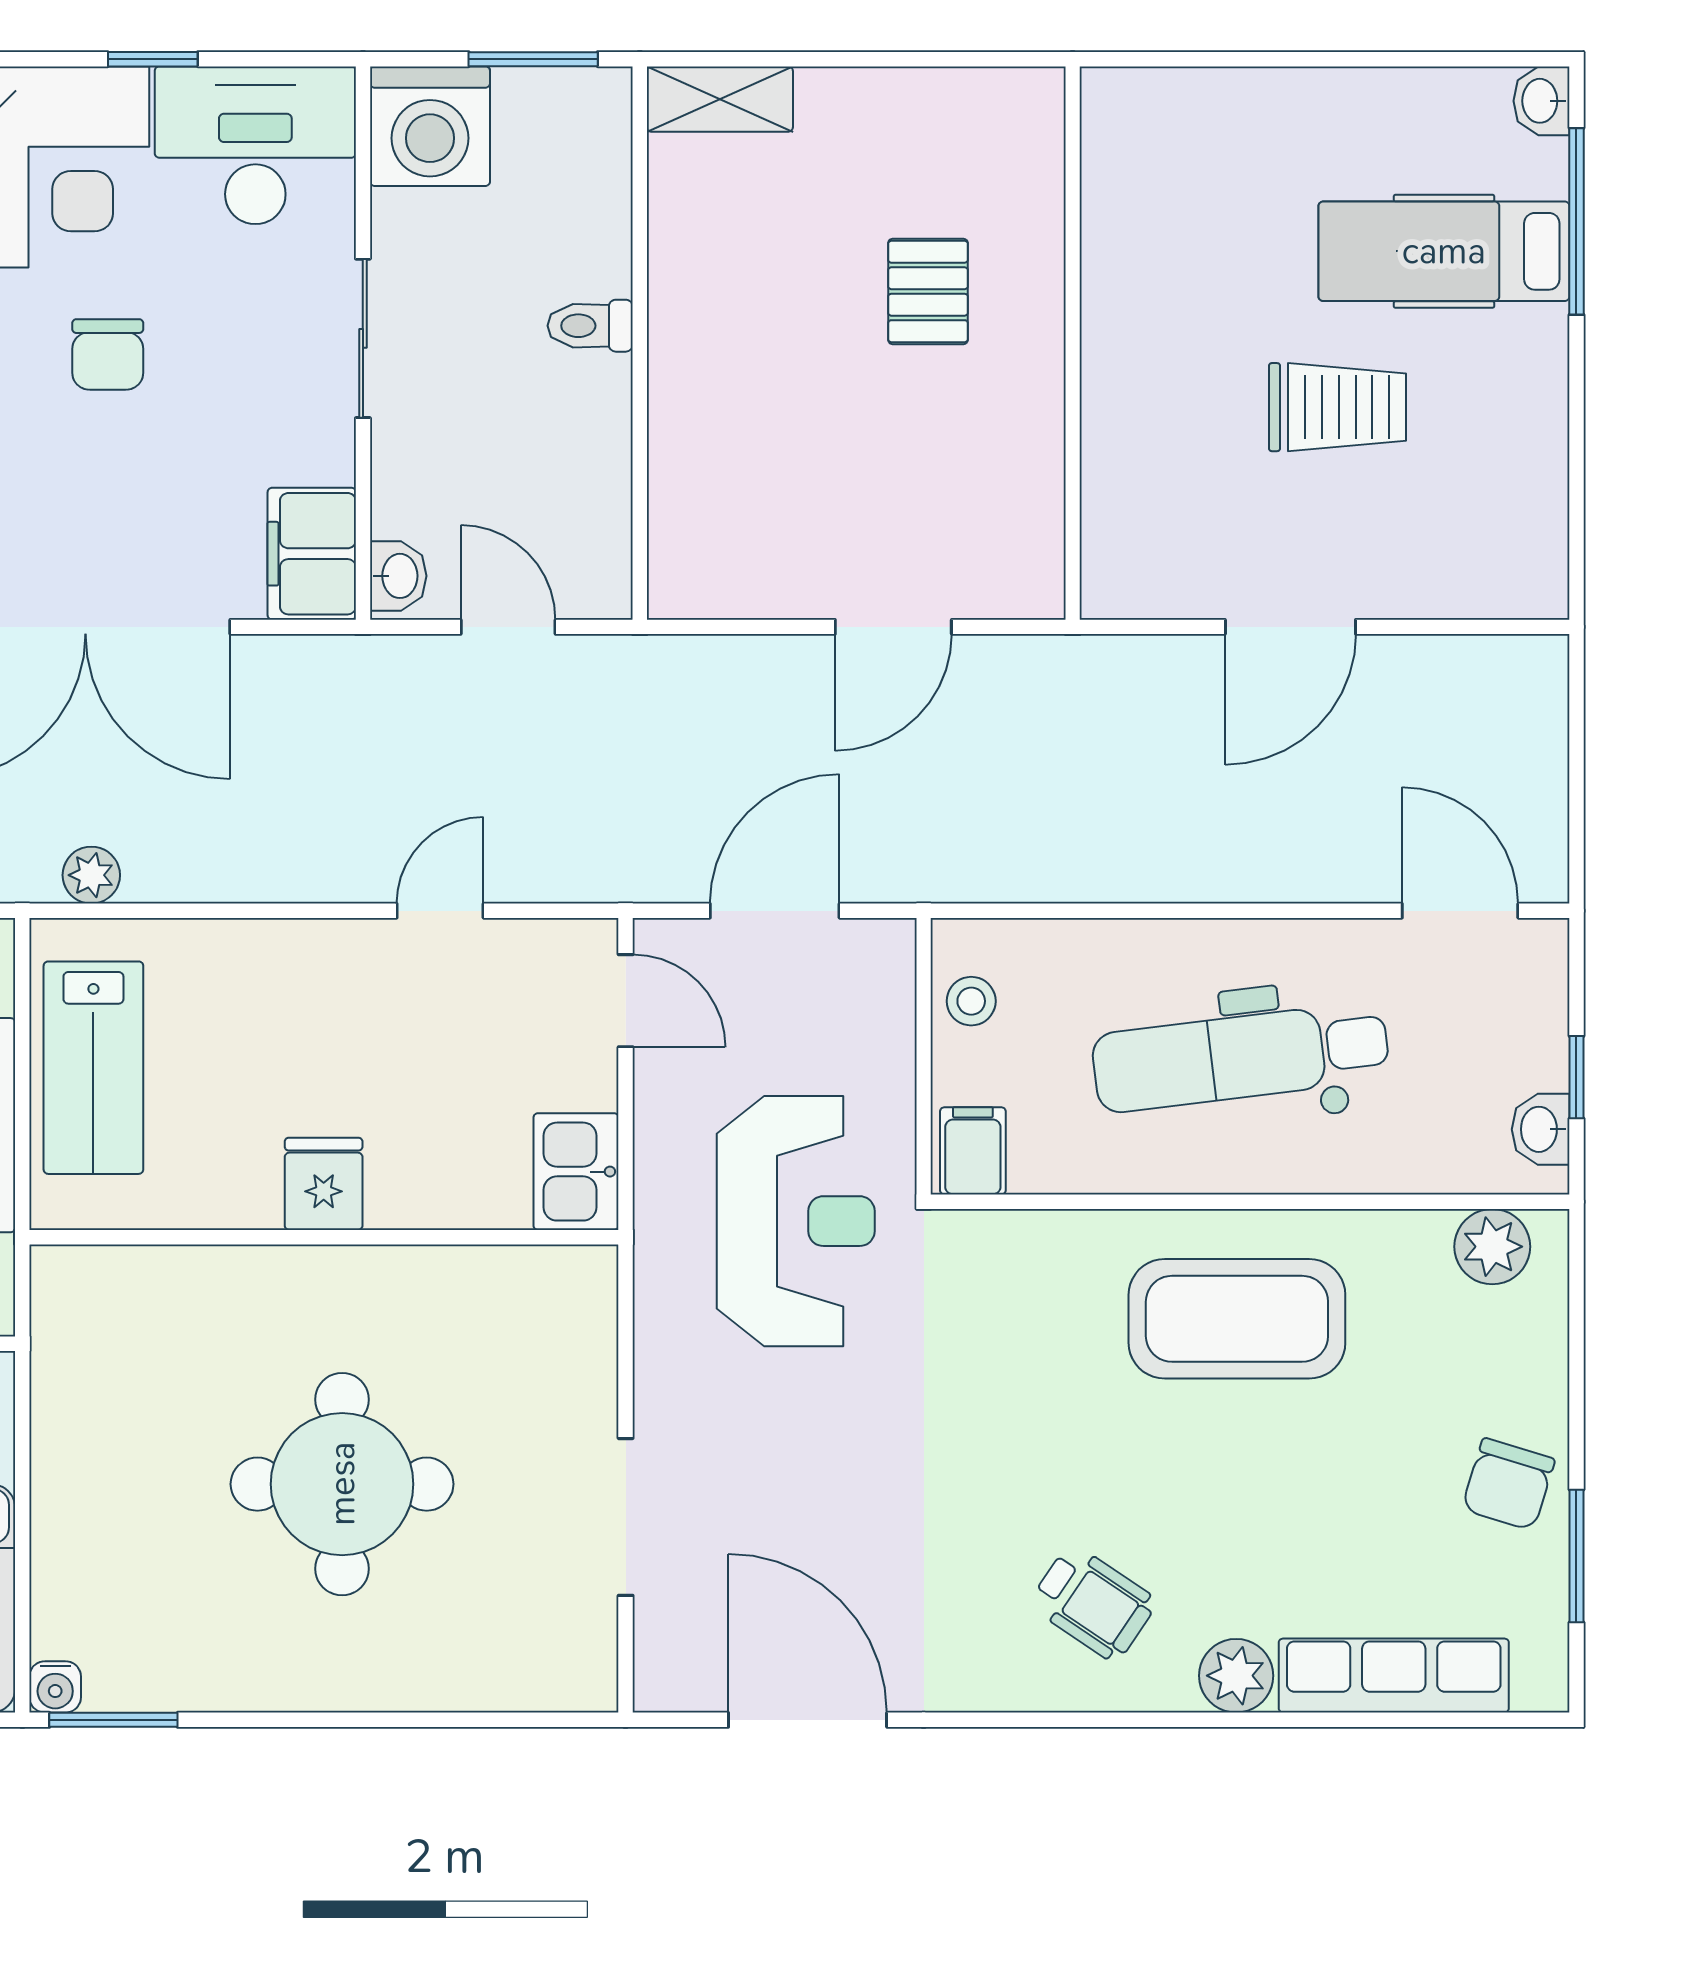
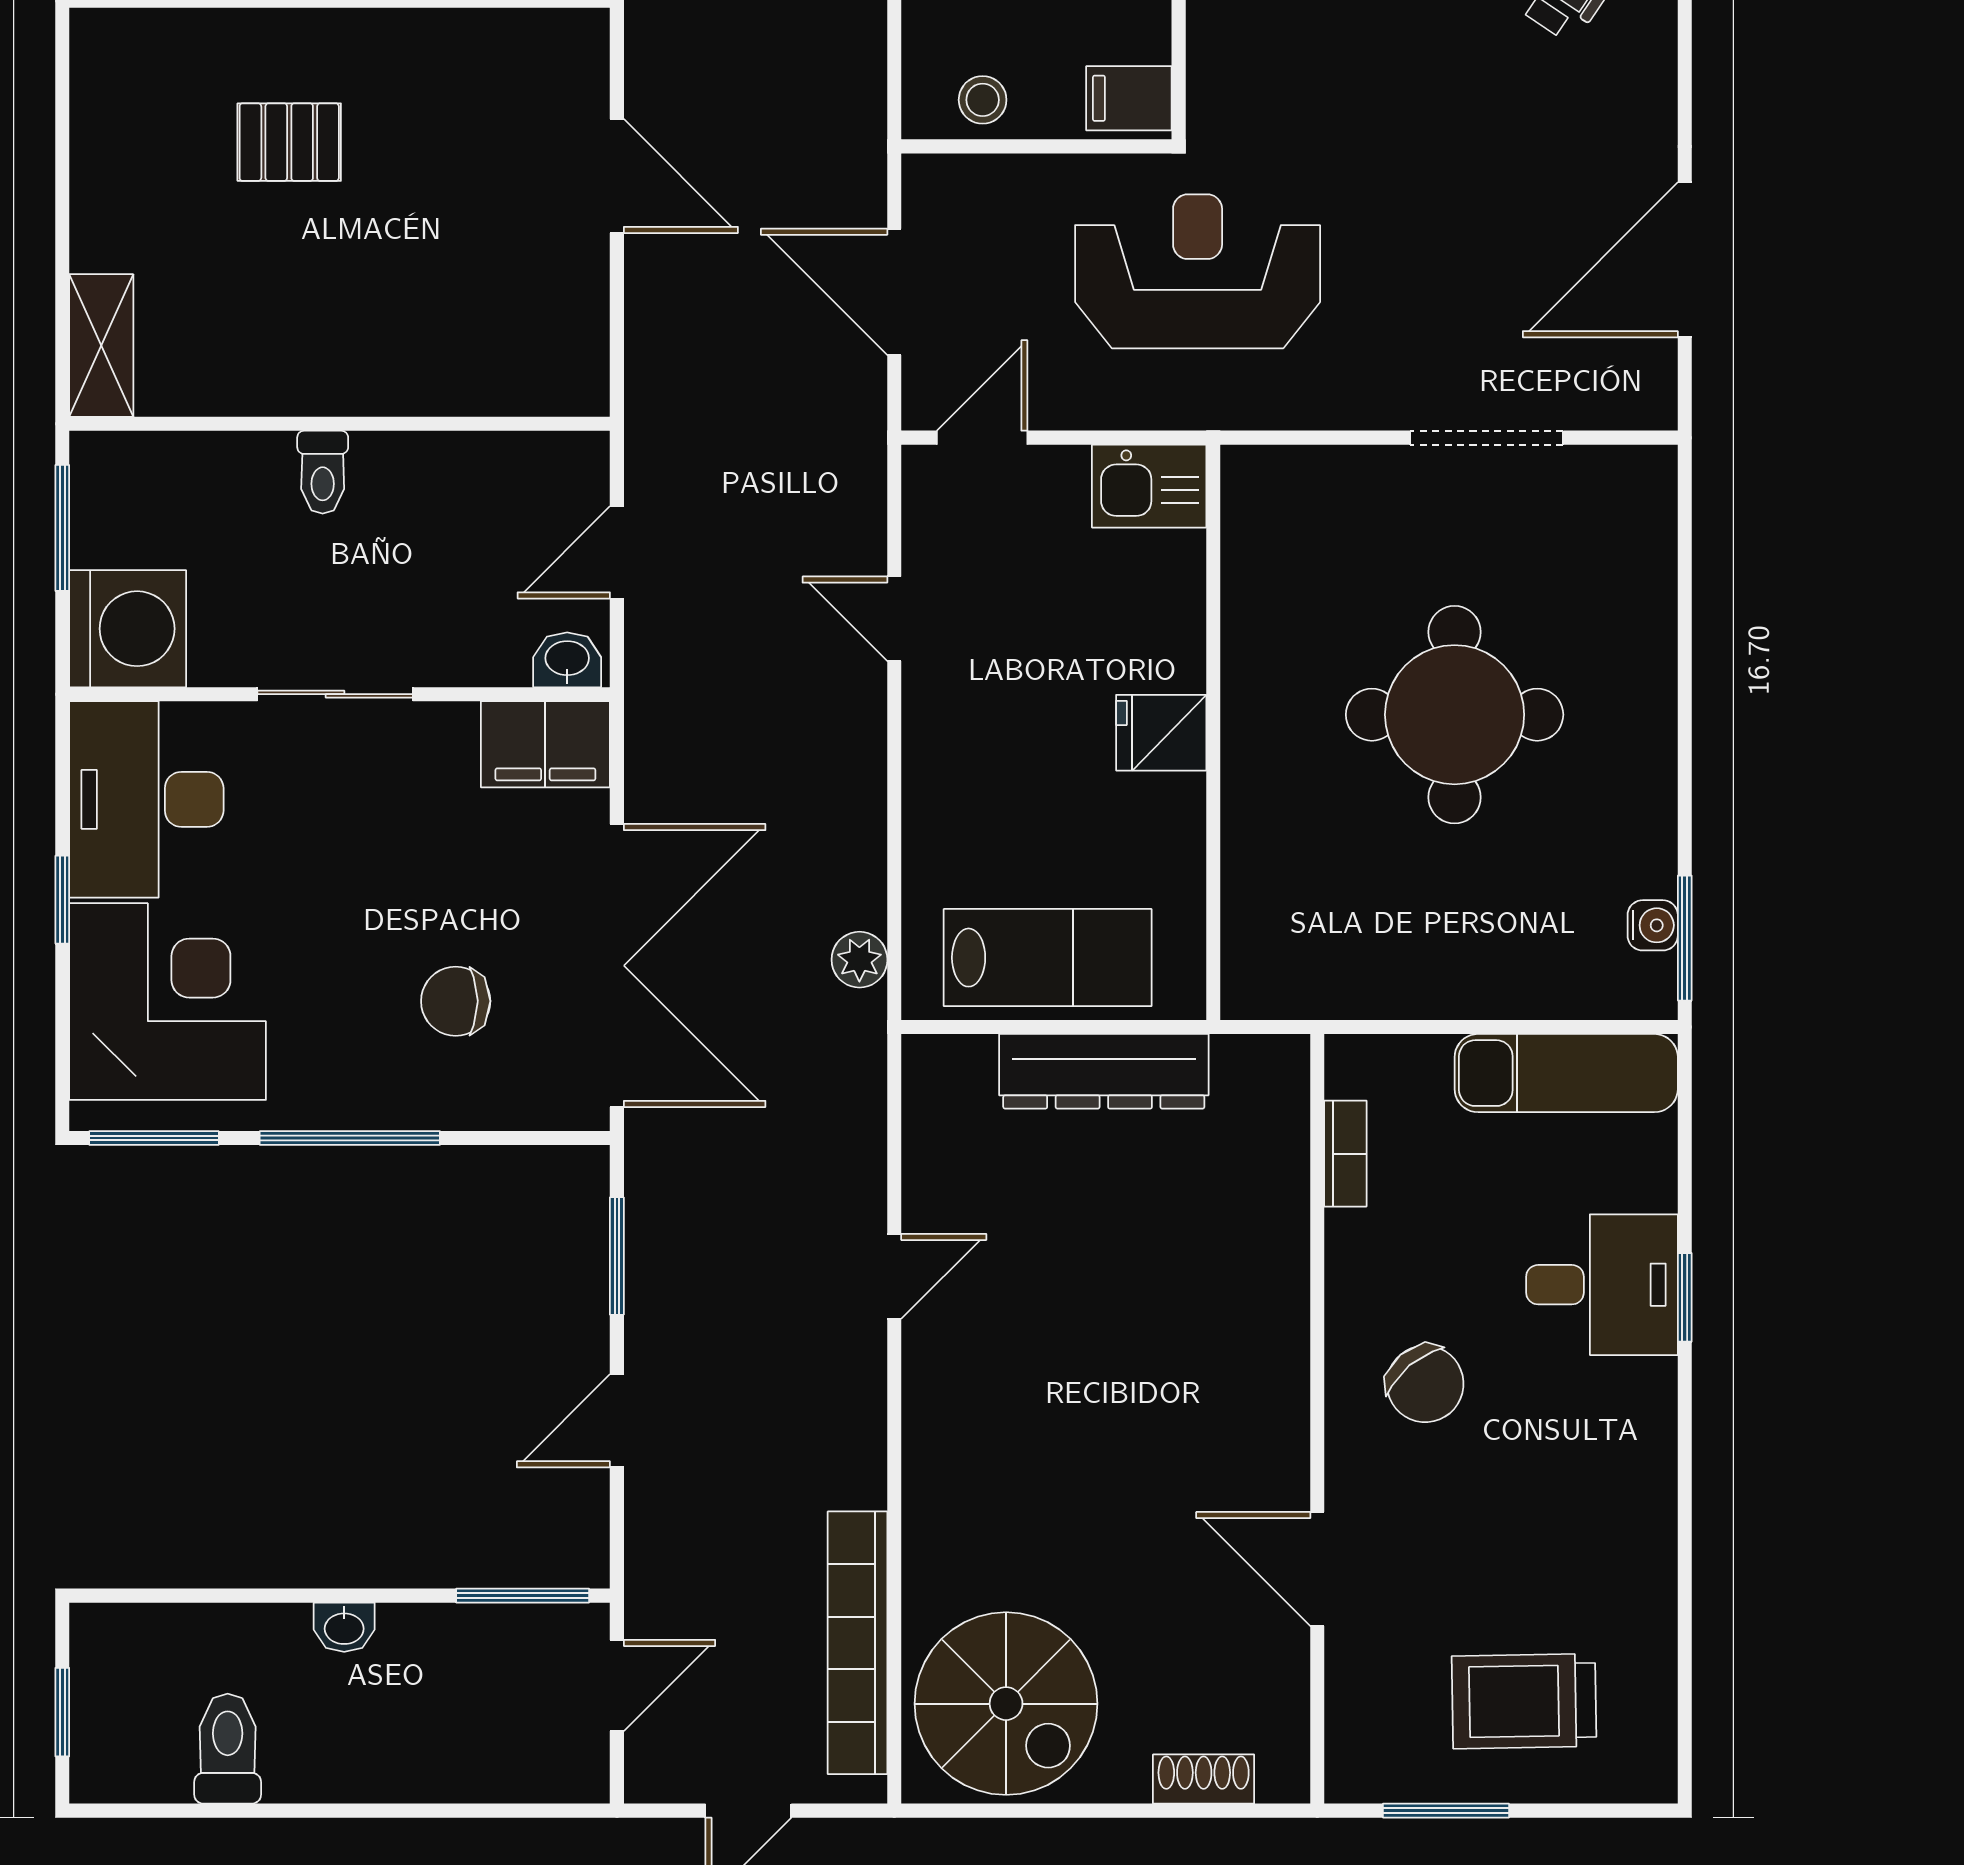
chair: (108, 354) -> (456, 1001), moved, turned 180
water cooler: (55, 1687) -> (1653, 925), moved

